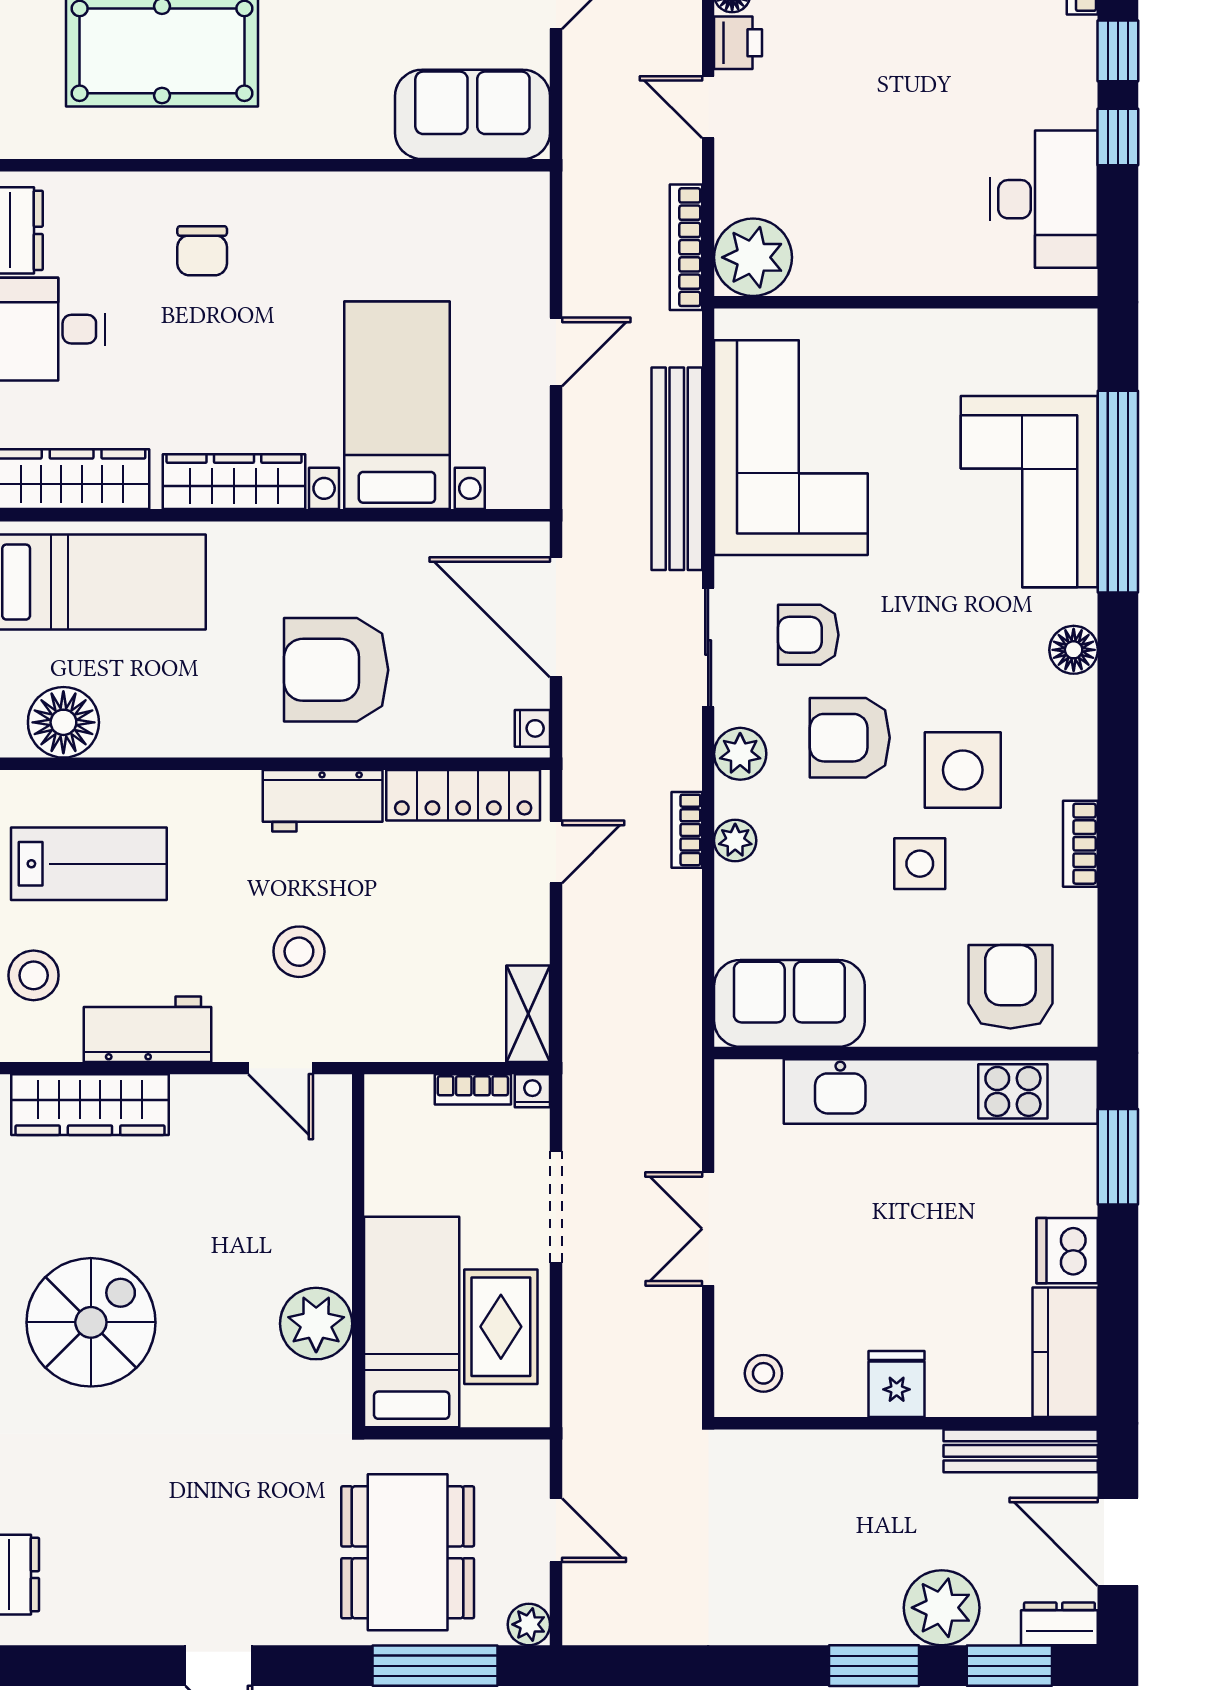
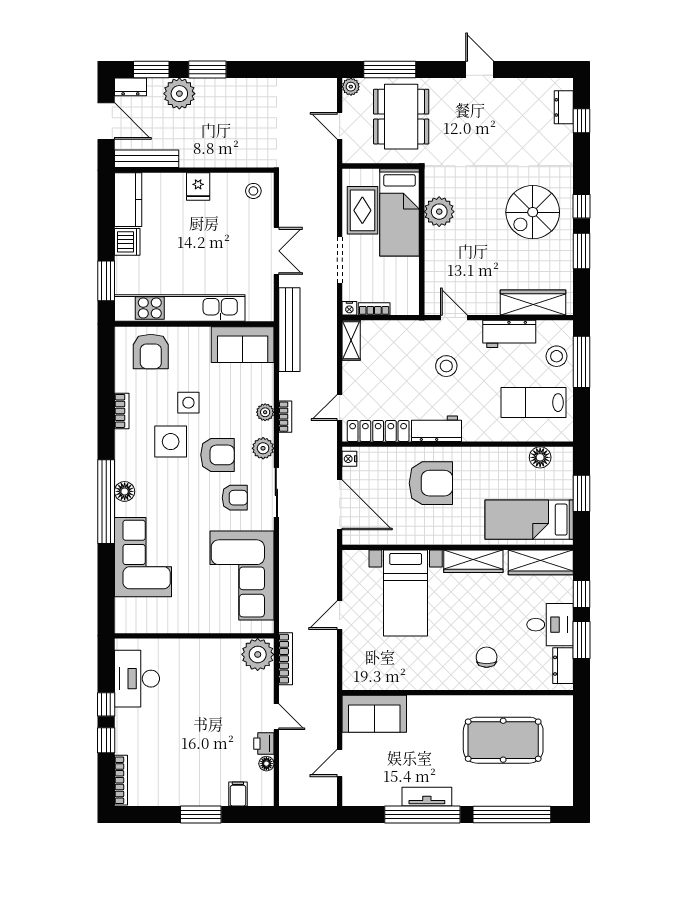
bench: (677, 469) -> (289, 330), moved
window: (1118, 492) -> (106, 502), moved
floor lamp: (63, 722) -> (540, 457), width x0.73, depth x0.73

